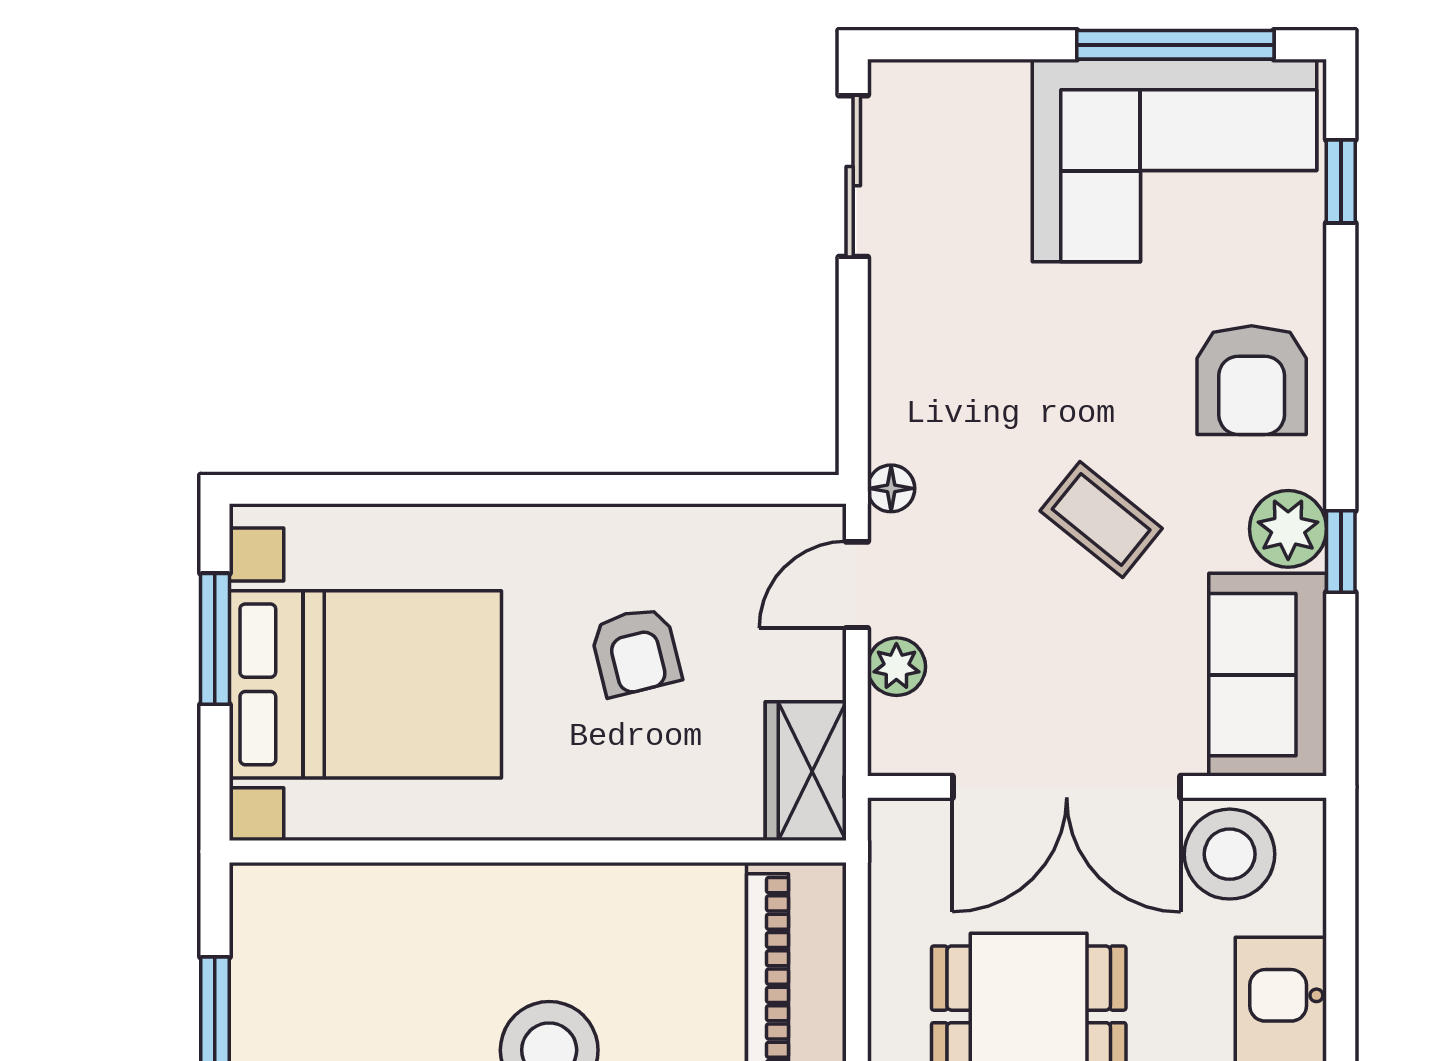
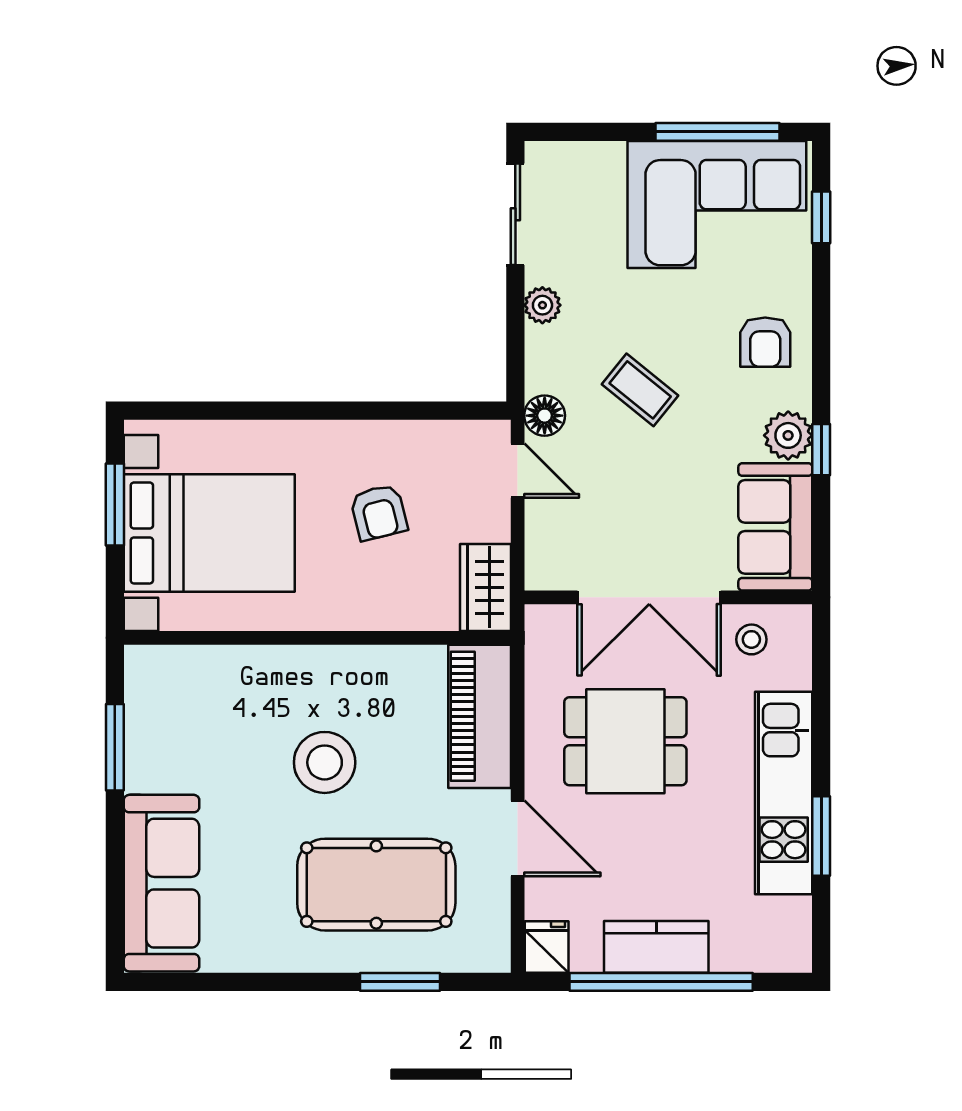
armchair: (1252, 380) -> (765, 342), width x0.72, depth x0.72
floor lamp: (891, 488) -> (545, 416), width x1.37, depth x1.37
coffee table: (1101, 520) -> (640, 390), moved
door: (857, 585) -> (518, 471), swing flipped
plant: (896, 667) -> (542, 305), moved
stool: (1230, 854) -> (751, 639), width x0.53, depth x0.53

